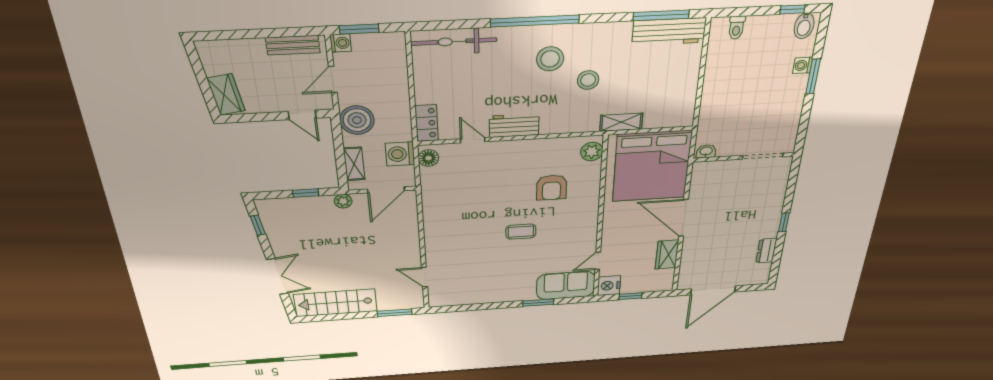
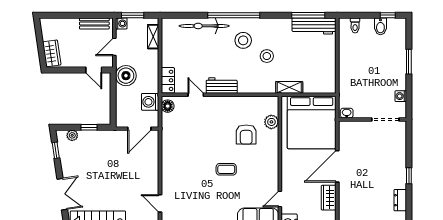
bidet: (804, 26) -> (380, 26), moved
bicycle: (454, 42) -> (204, 26), moved
washing machine: (803, 65) -> (401, 96), moved
plant: (592, 152) -> (271, 122), moved
shelving: (354, 164) -> (153, 37), moved
plant: (343, 201) -> (72, 135), moved
door: (684, 218) -> (337, 166), hinge flipped

